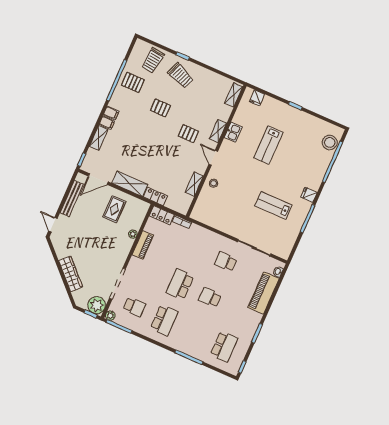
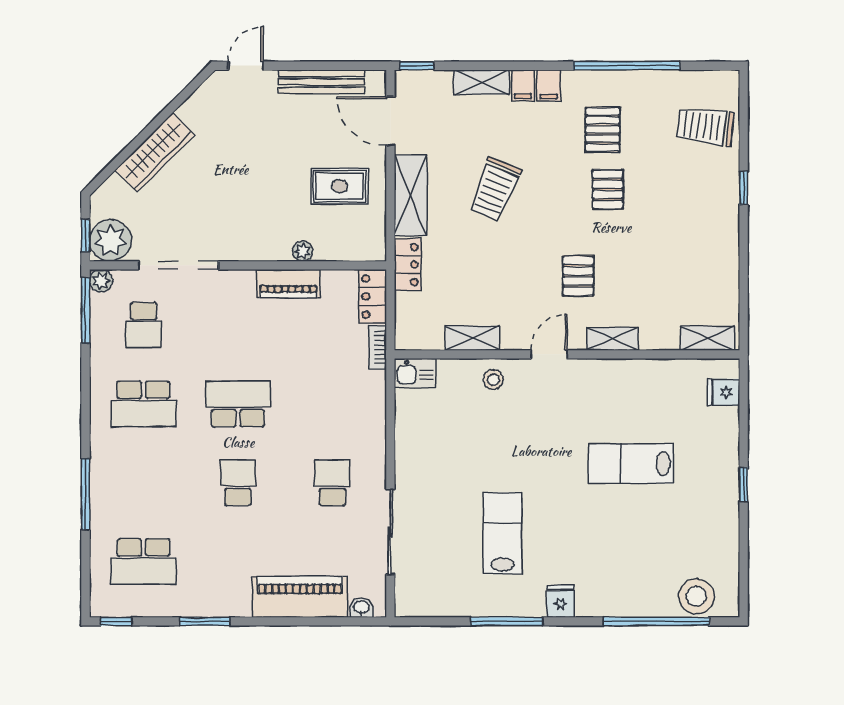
trolley: (181, 76) -> (495, 189), moved
pallet: (133, 82) -> (603, 130), moved
kitchen sink: (233, 132) -> (415, 373), moved

